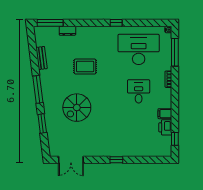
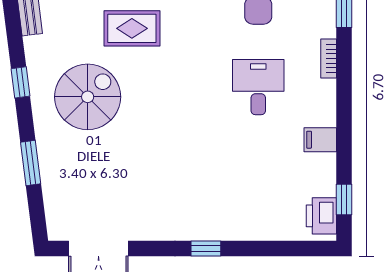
window: (38, 89) -> (20, 82), width x0.46
spiral stairs: (77, 108) -> (88, 97), moved, turned 180
printer: (165, 127) -> (321, 216), moved

